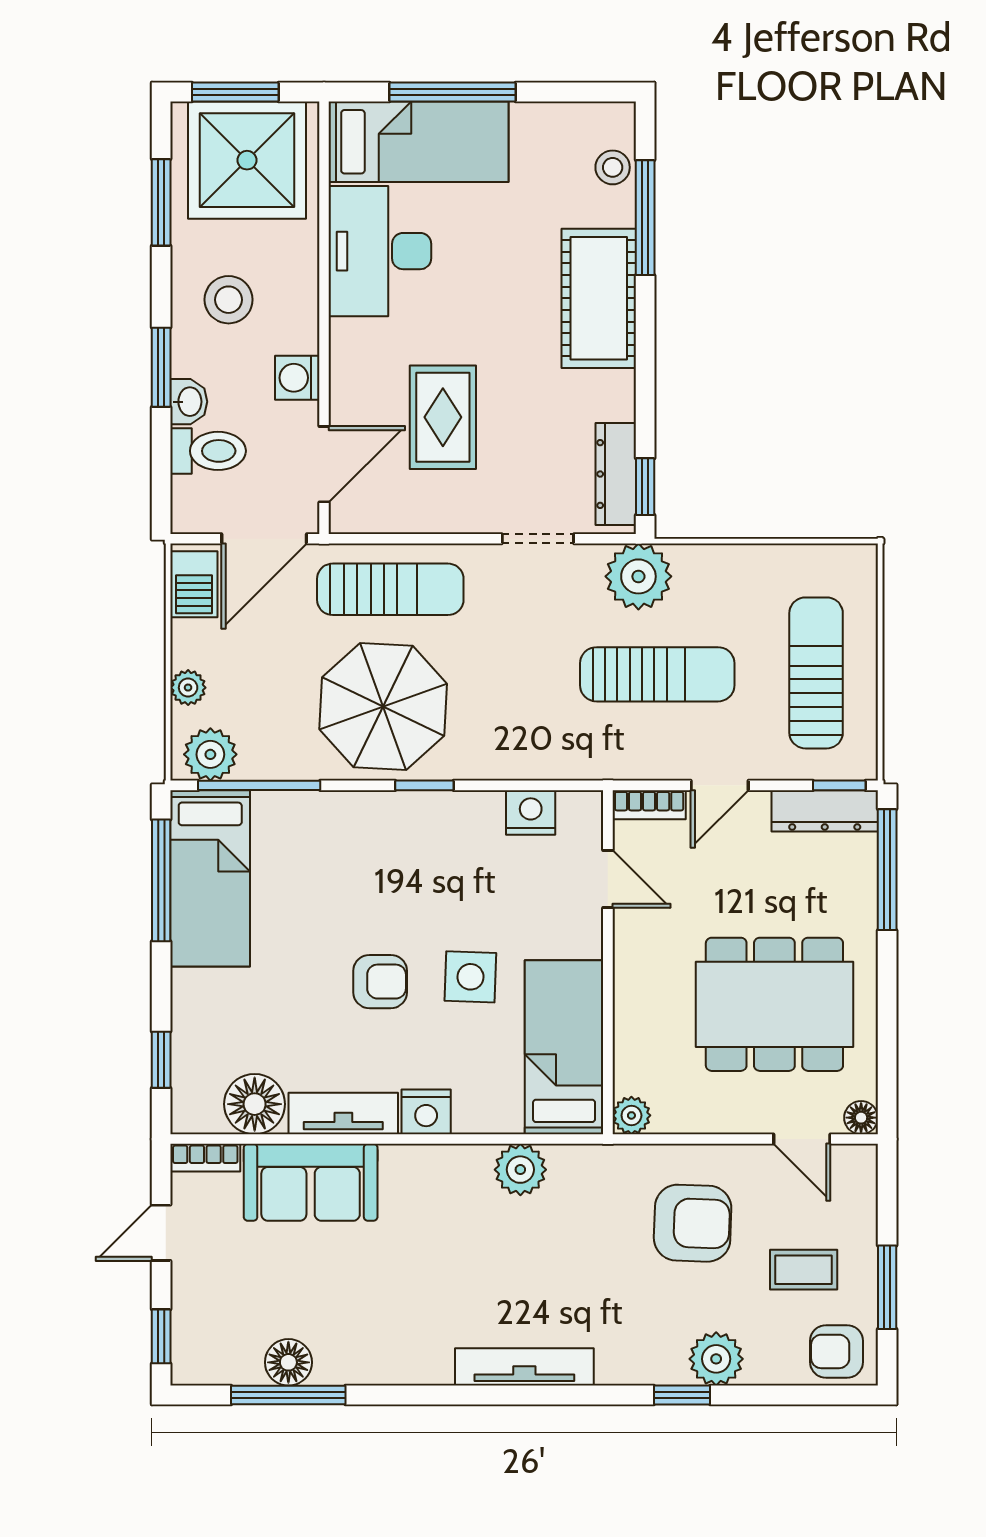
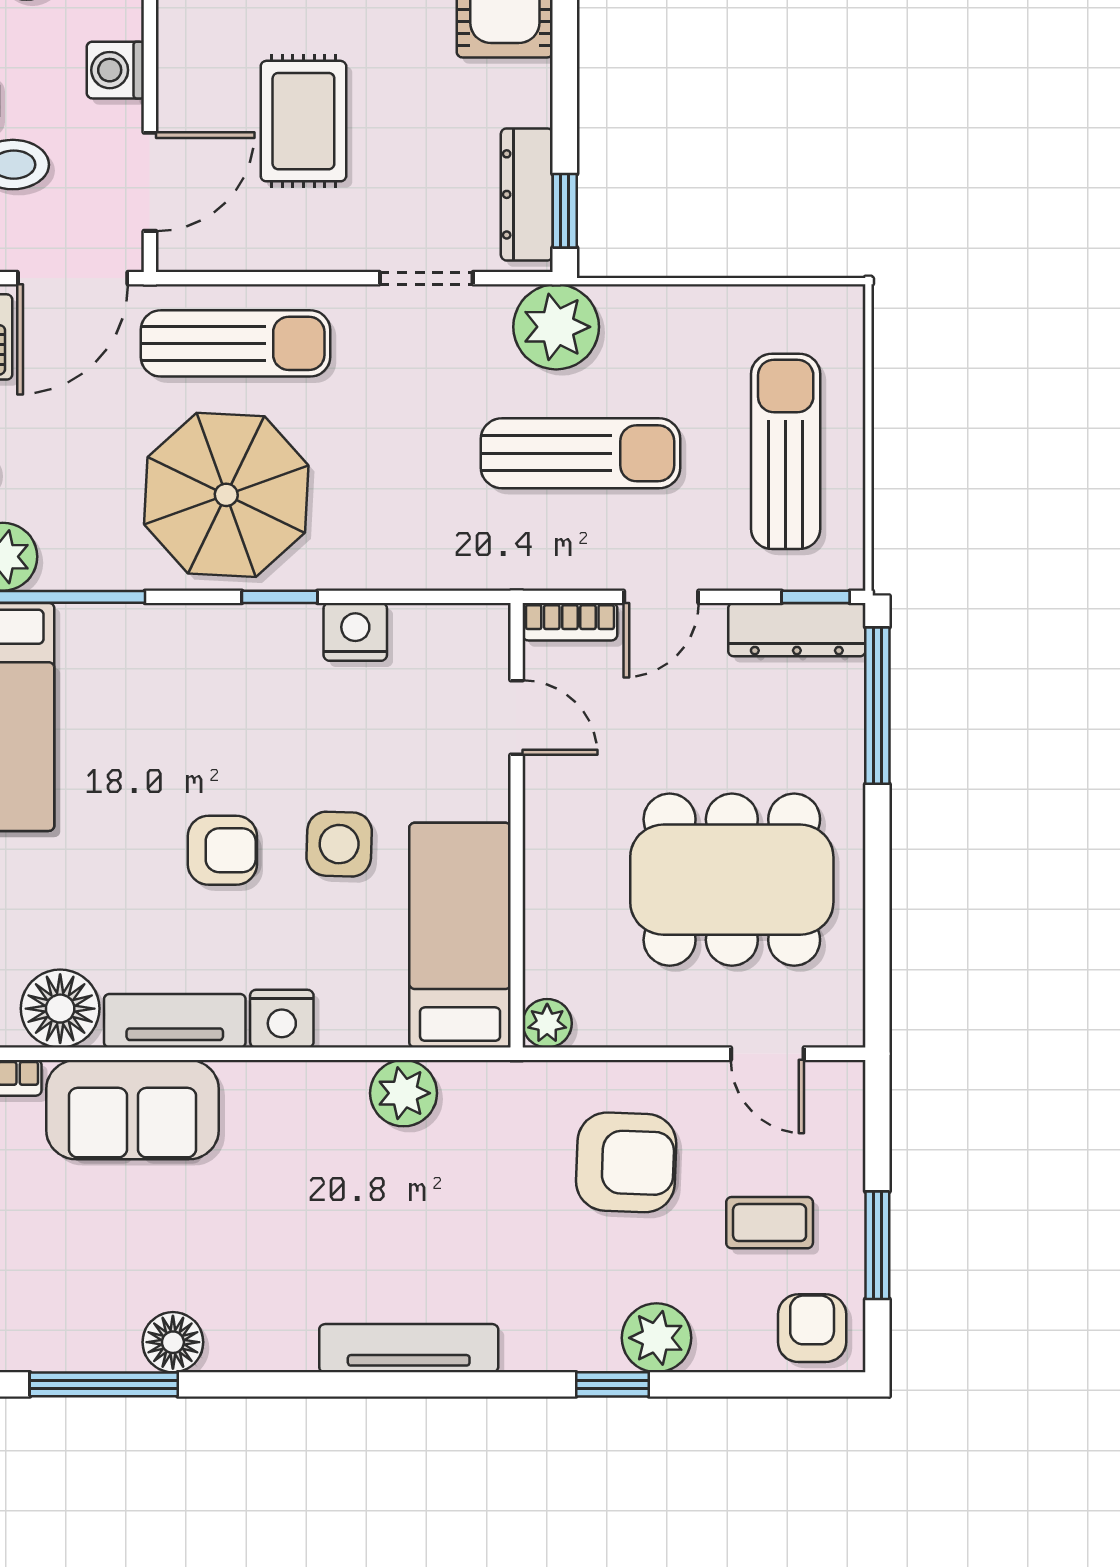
nightstand: (531, 813) -> (355, 632), moved
floor lamp: (861, 1118) -> (844, 1026), removed
armchair: (837, 1351) -> (812, 1328), turned 90
floor lamp: (288, 1362) -> (173, 1342), moved

